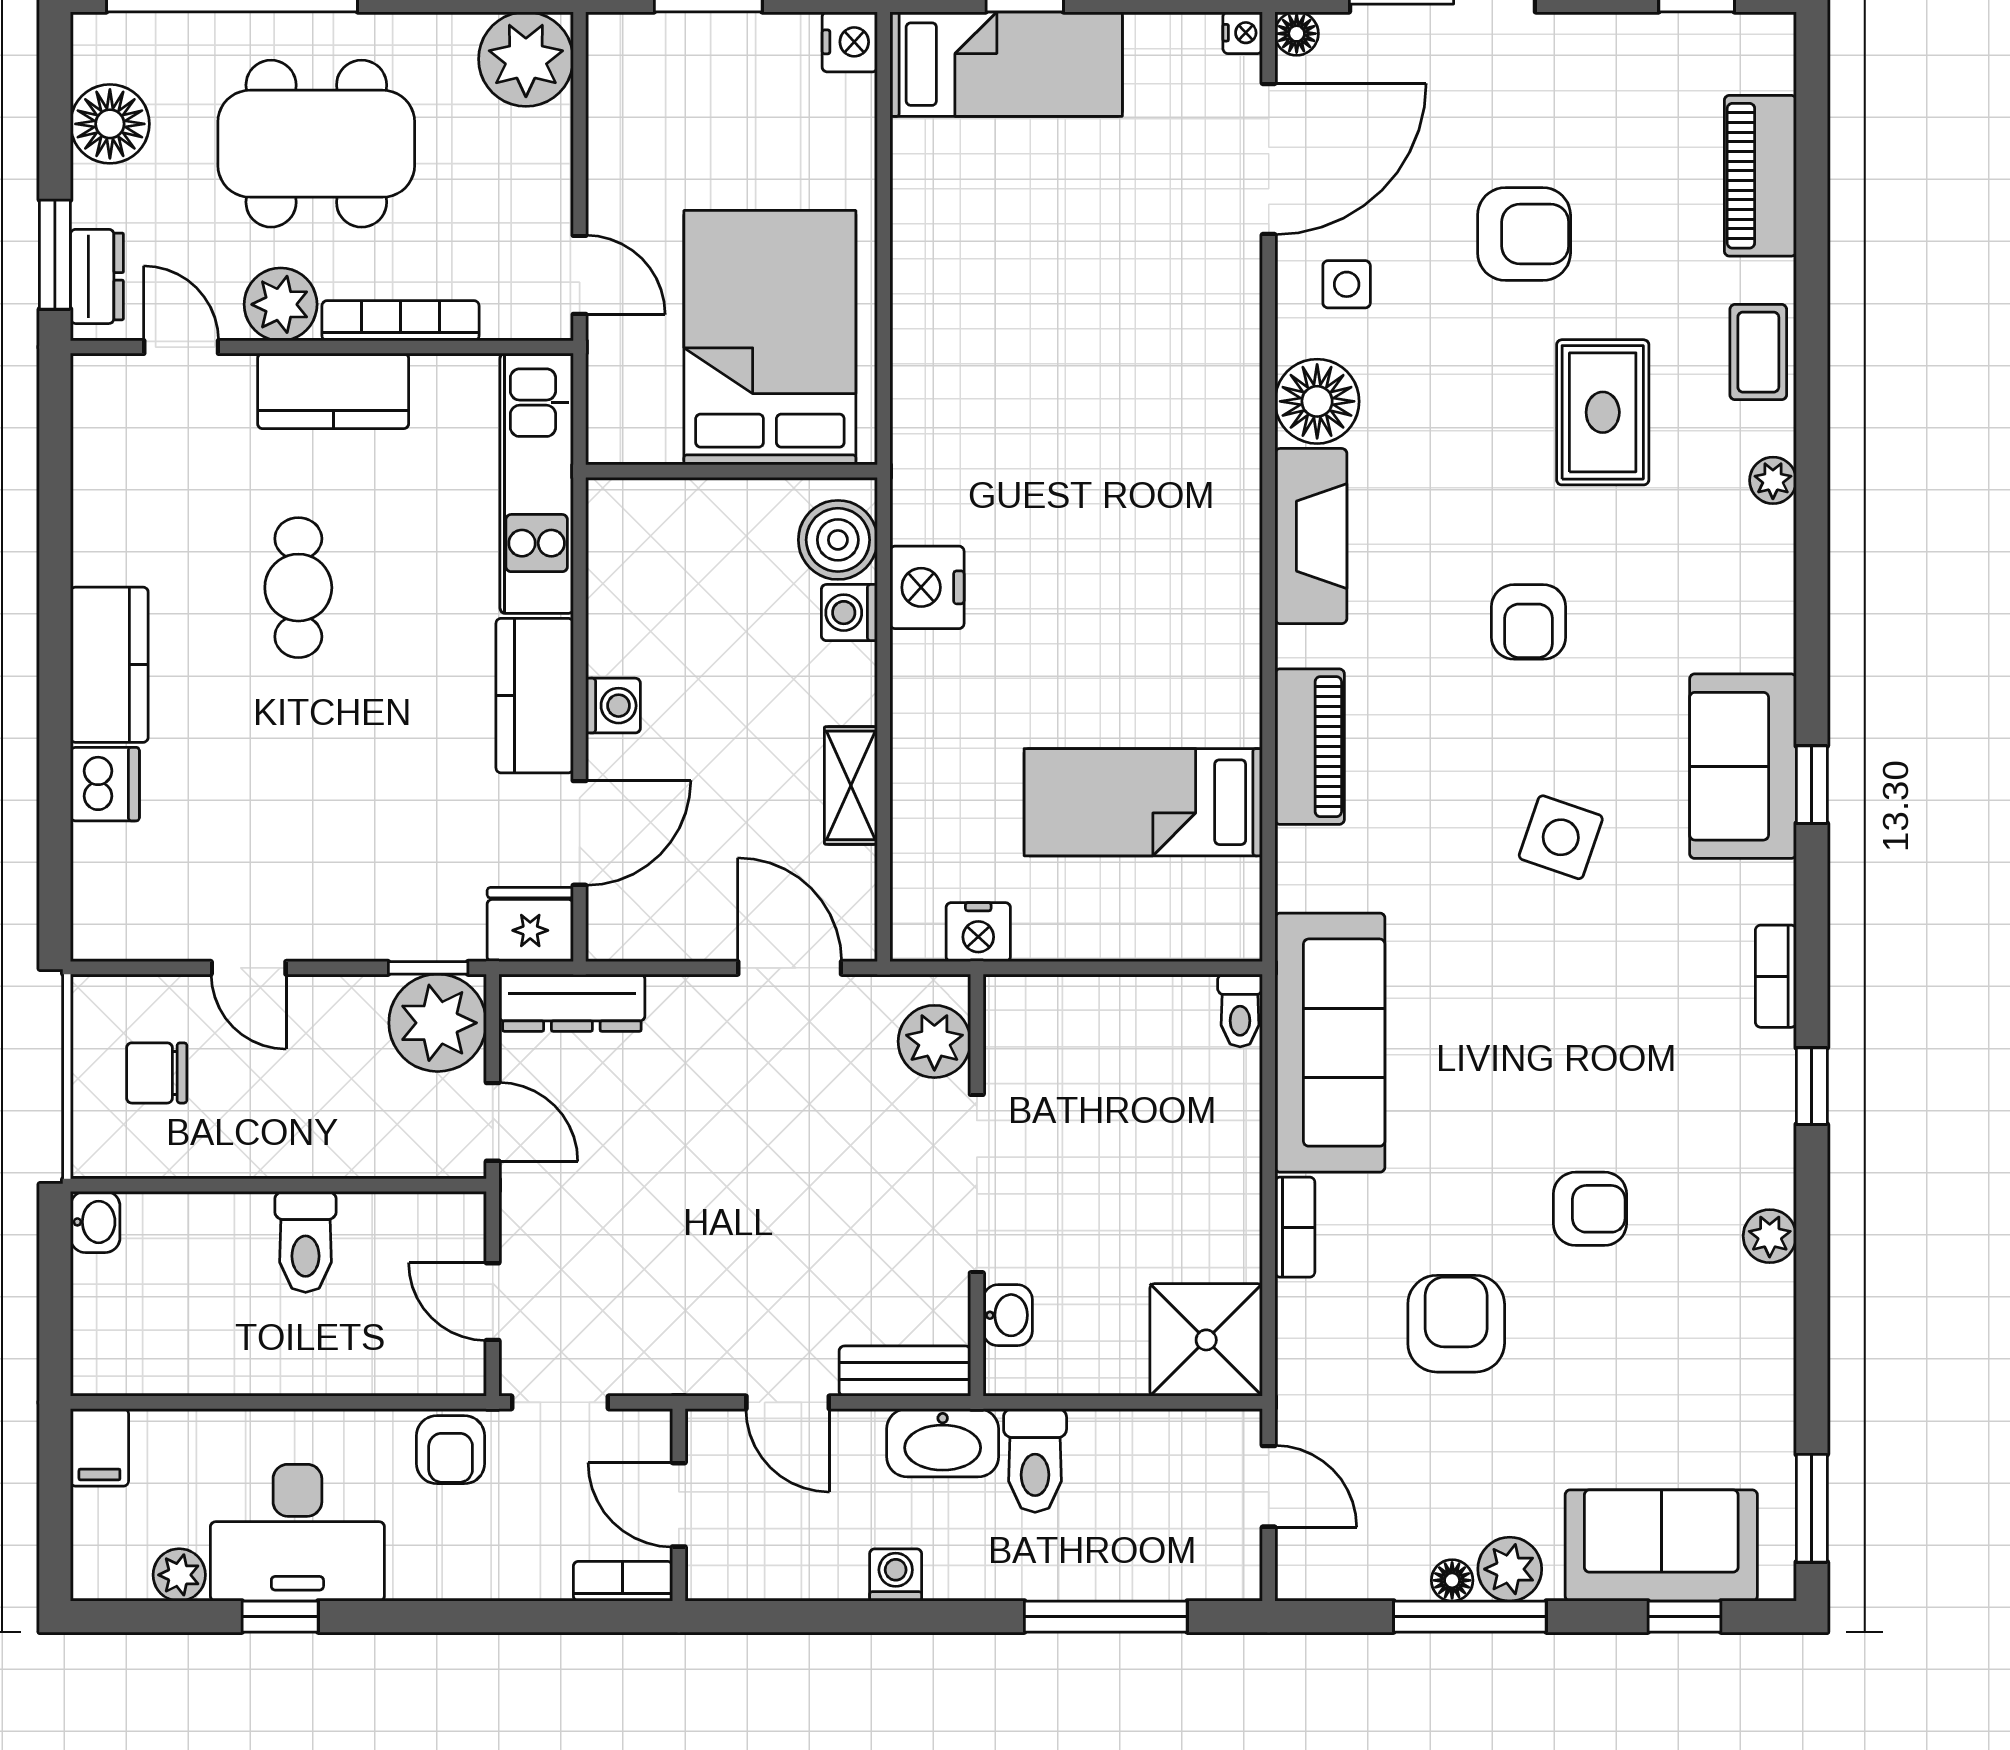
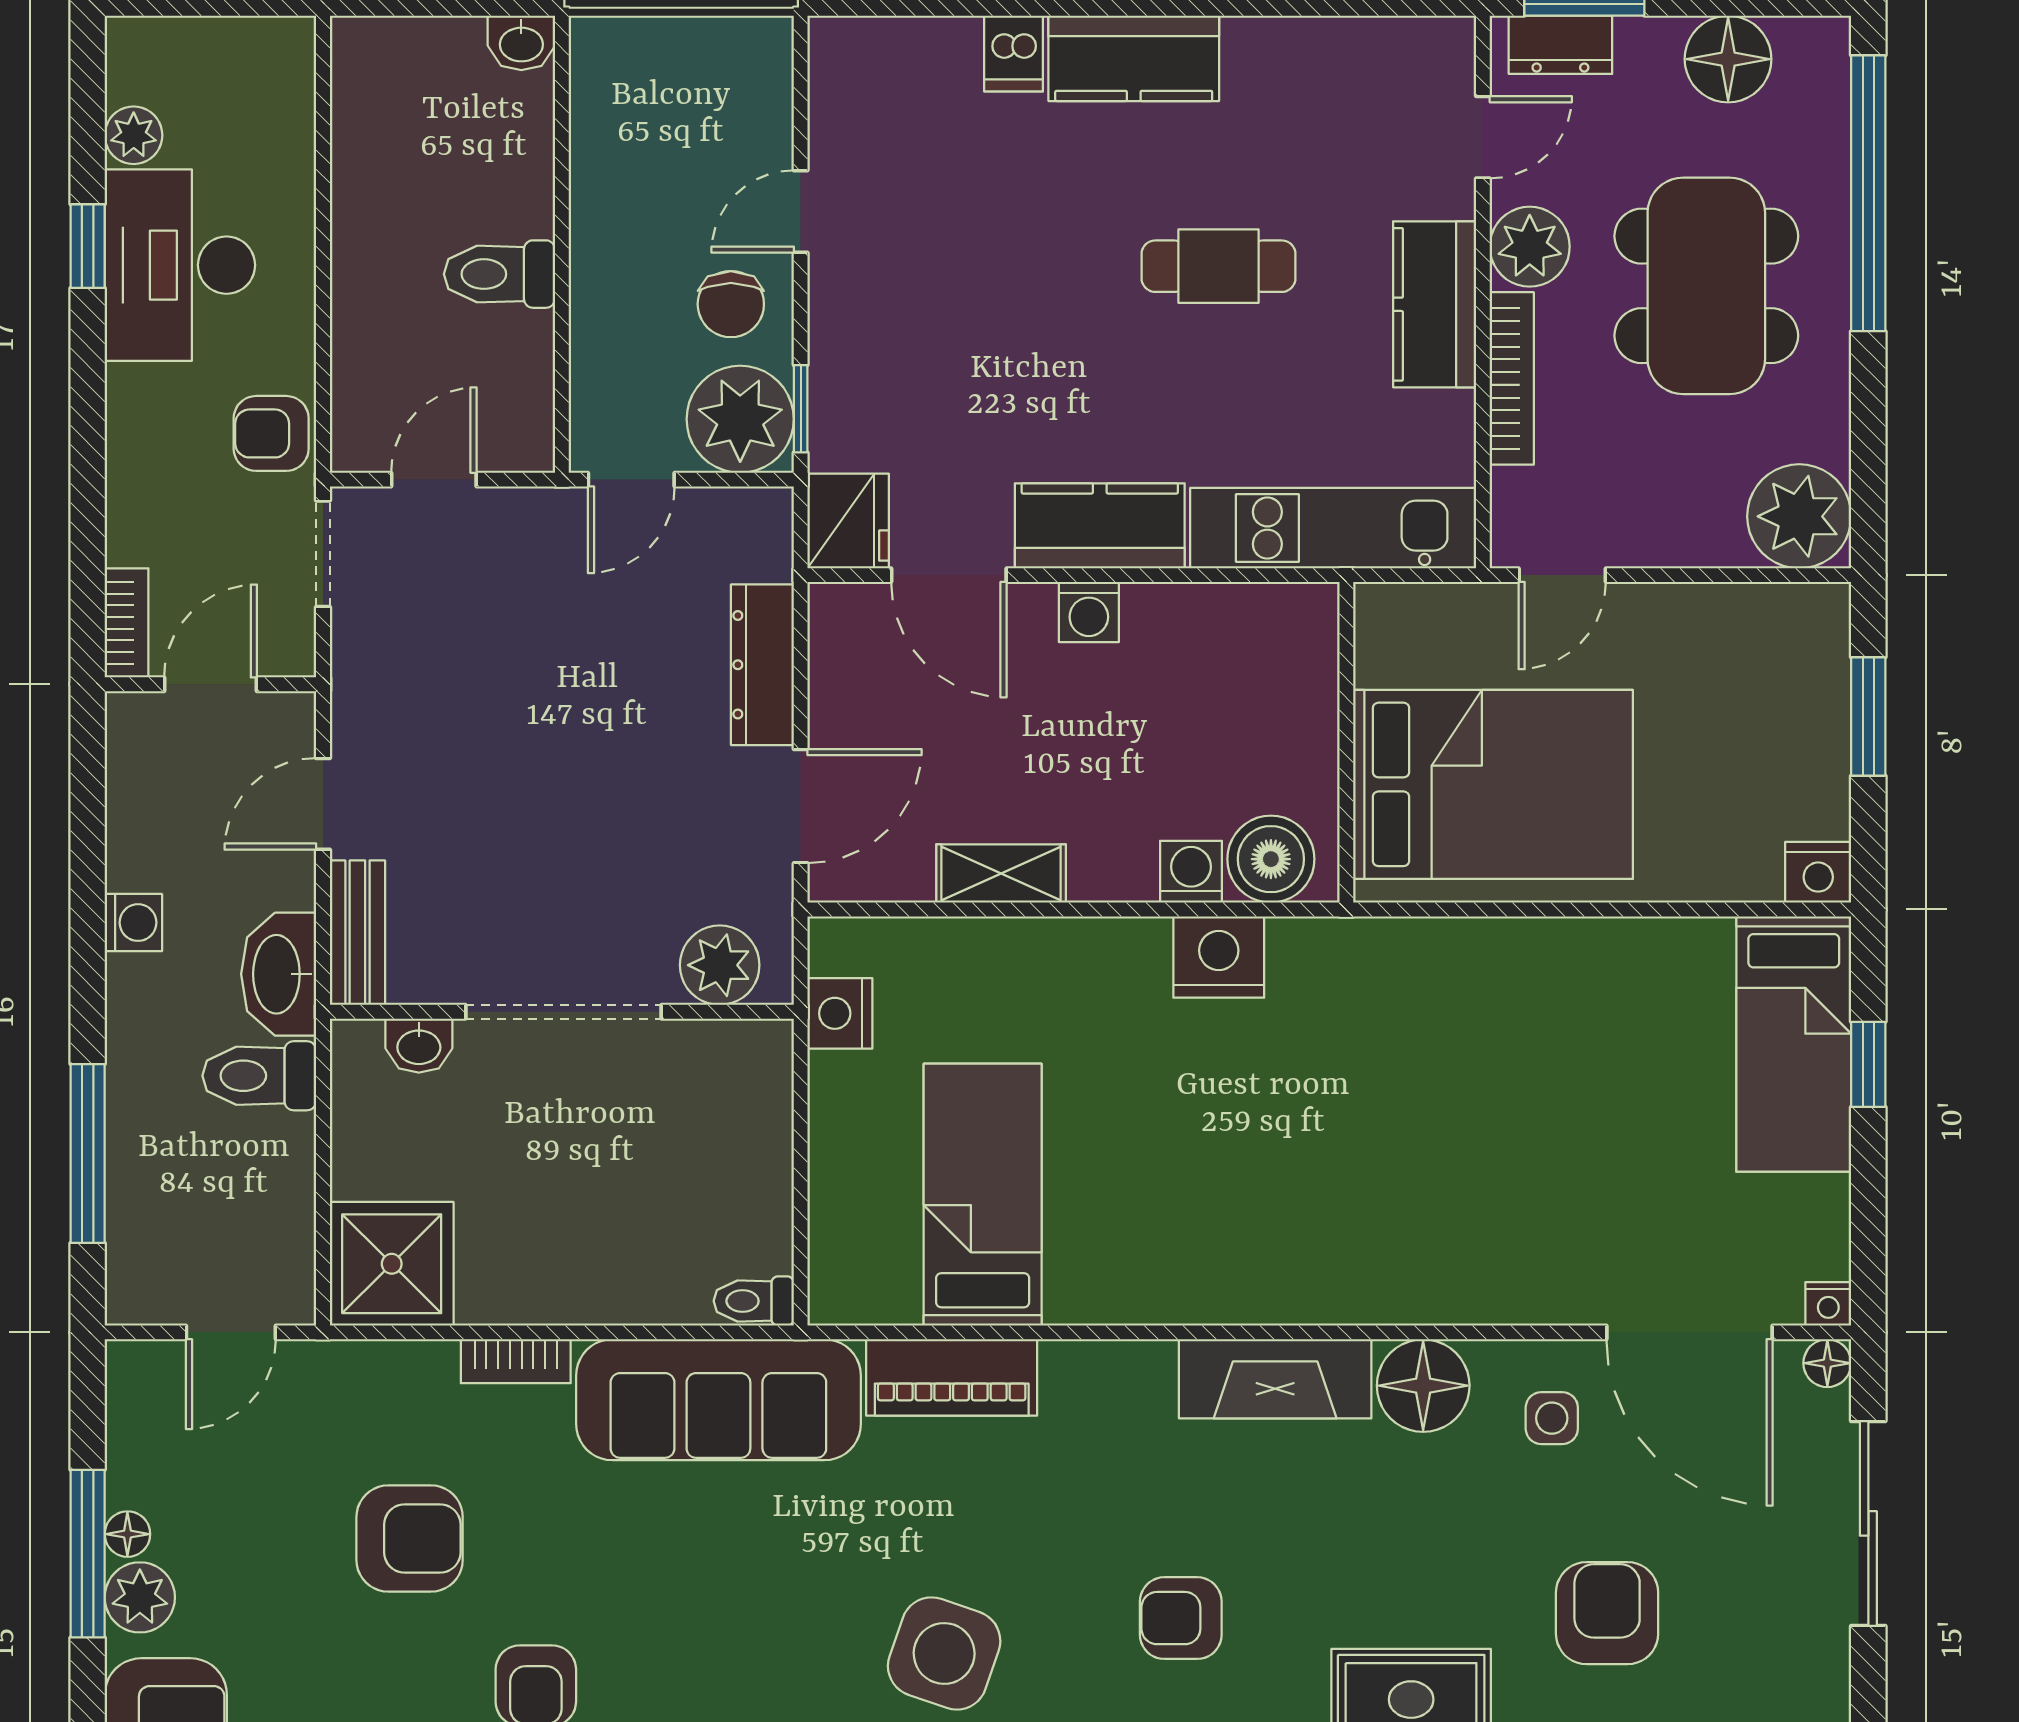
armchair: (1524, 234) -> (1607, 1613), turned 180
piano: (1310, 747) -> (952, 1377), moved
dishwasher: (105, 784) -> (1014, 54), width x0.73
side table: (1561, 837) -> (944, 1653), width x1.37, depth x1.37
dresser: (572, 1003) -> (762, 665), moved
chair: (157, 1073) -> (731, 304), moved, turned 180
filing cabinet: (99, 1447) -> (274, 48), removed

